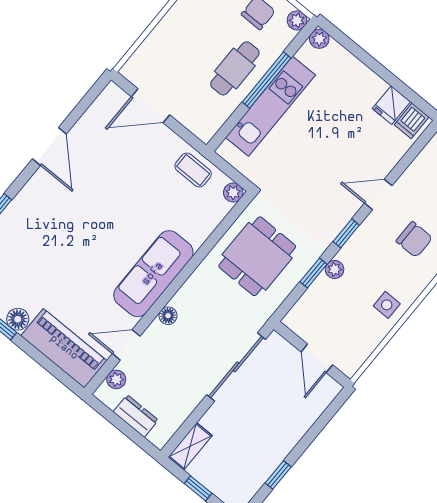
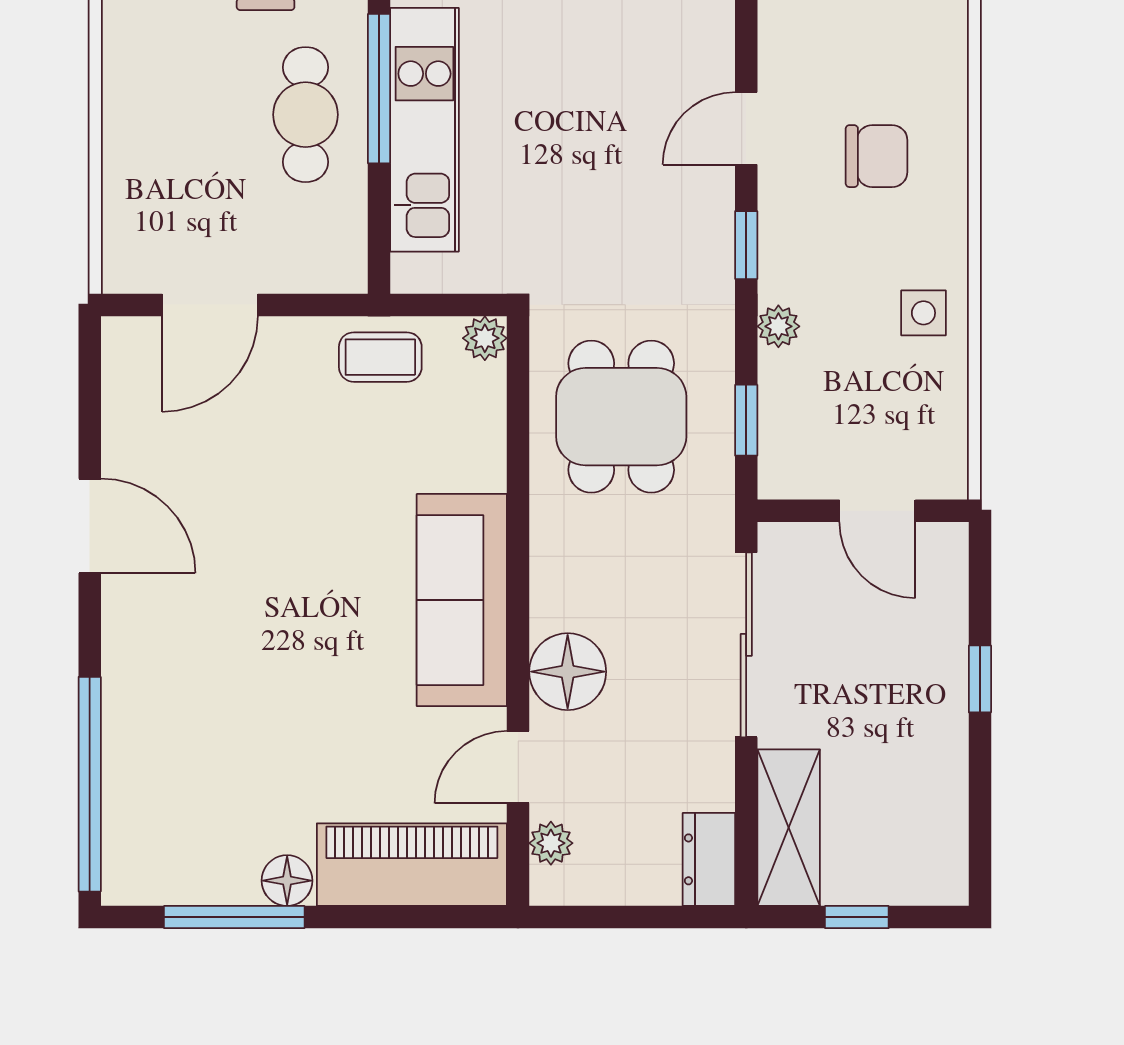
window: (313, 273) -> (746, 420), moved
floor lamp: (168, 316) -> (568, 672), width x1.89, depth x1.89
dresser: (136, 416) -> (709, 859), moved, turned -90
shelving: (190, 446) -> (789, 828), width x1.50, depth x1.33
window: (278, 475) -> (980, 679), moved

